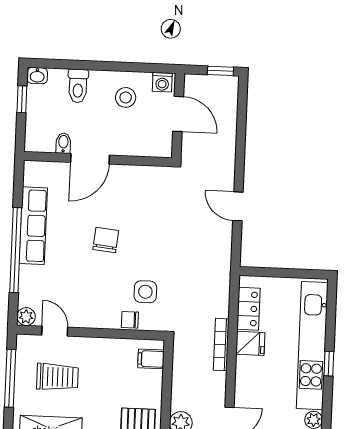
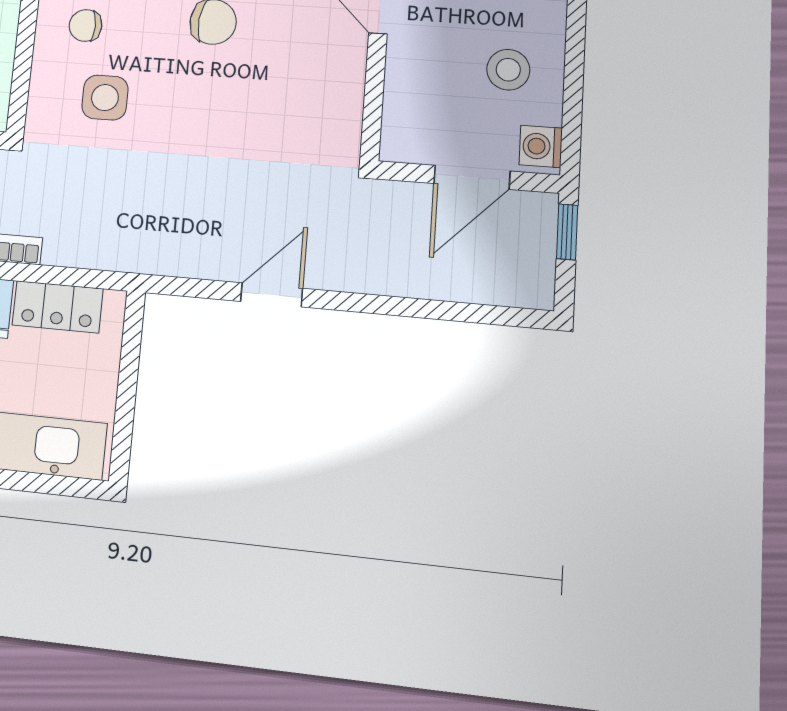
window: (220, 71) -> (567, 232), moved
chair: (130, 320) -> (85, 25), moved, turned -90

